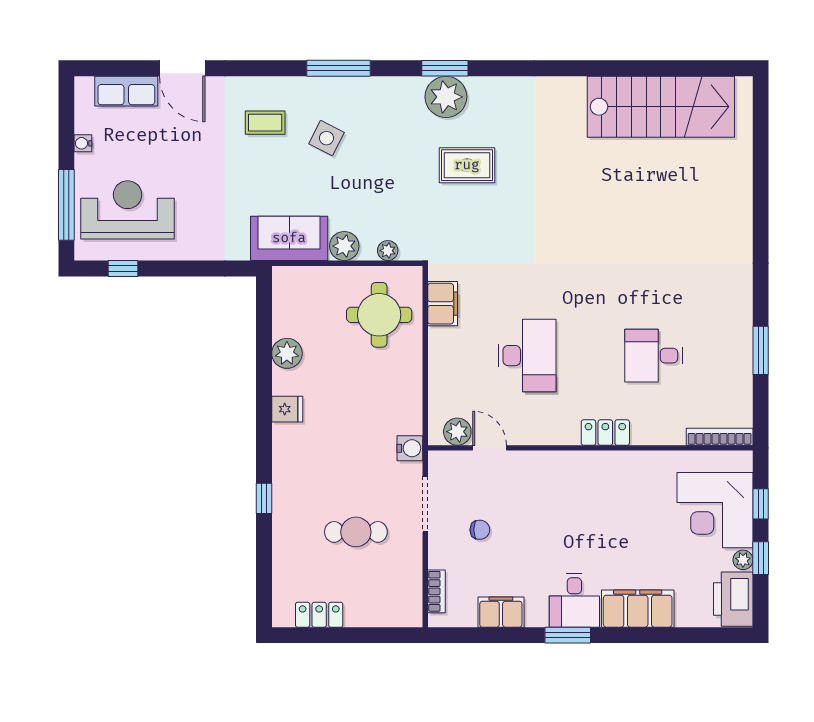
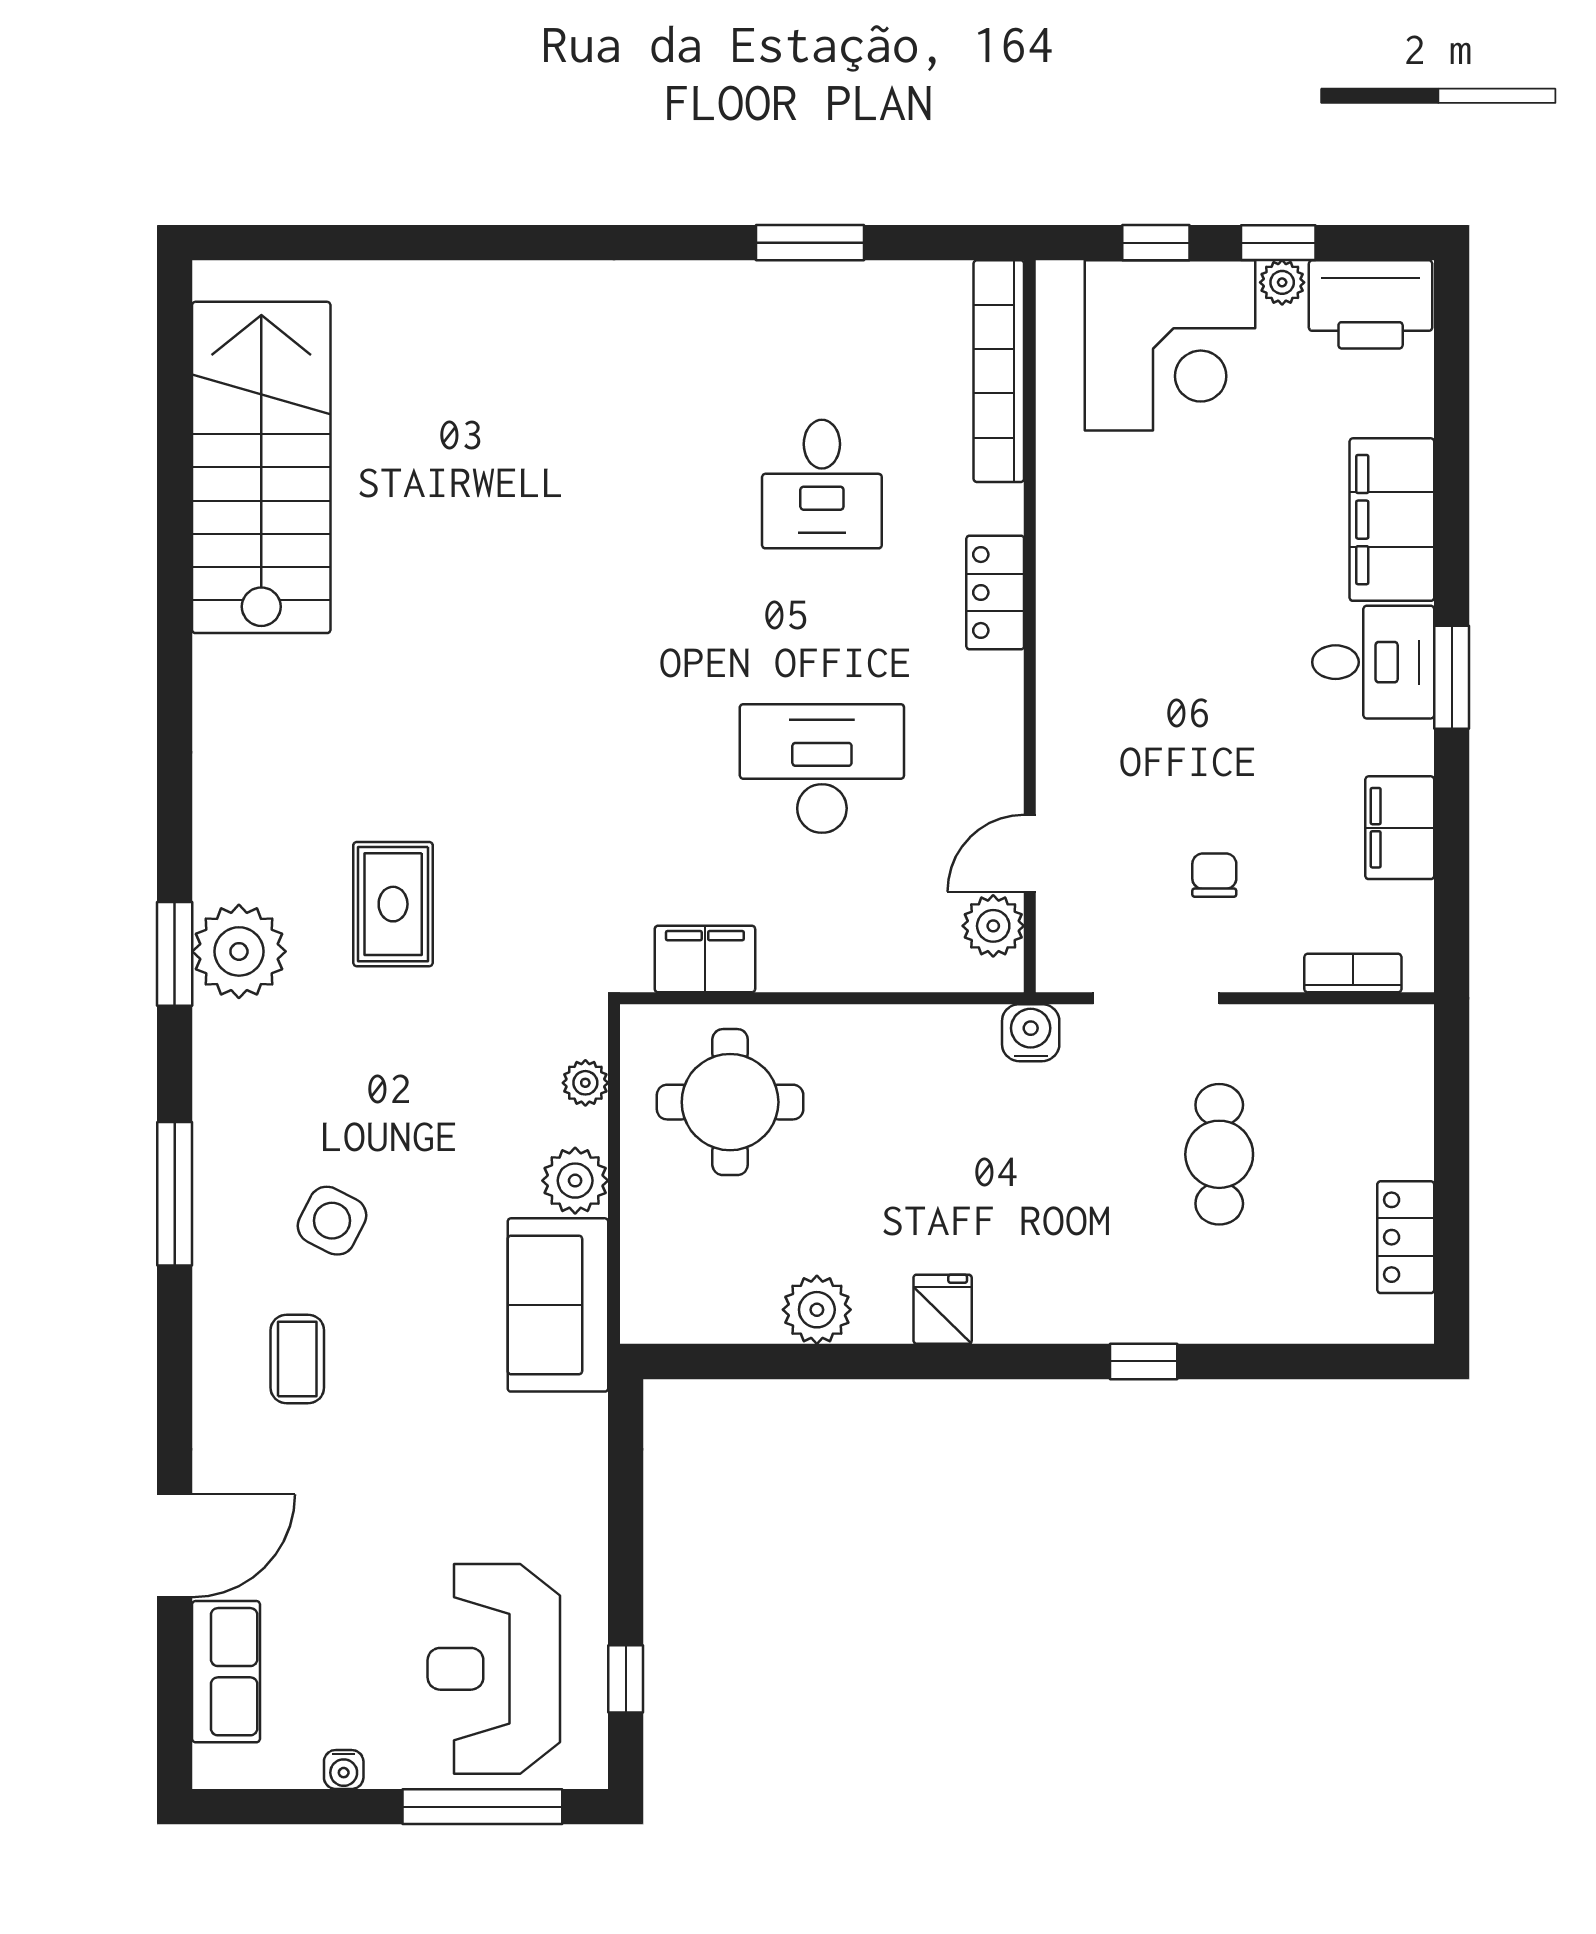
bookcase: (720, 437) -> (999, 371), width x1.48, depth x1.31

